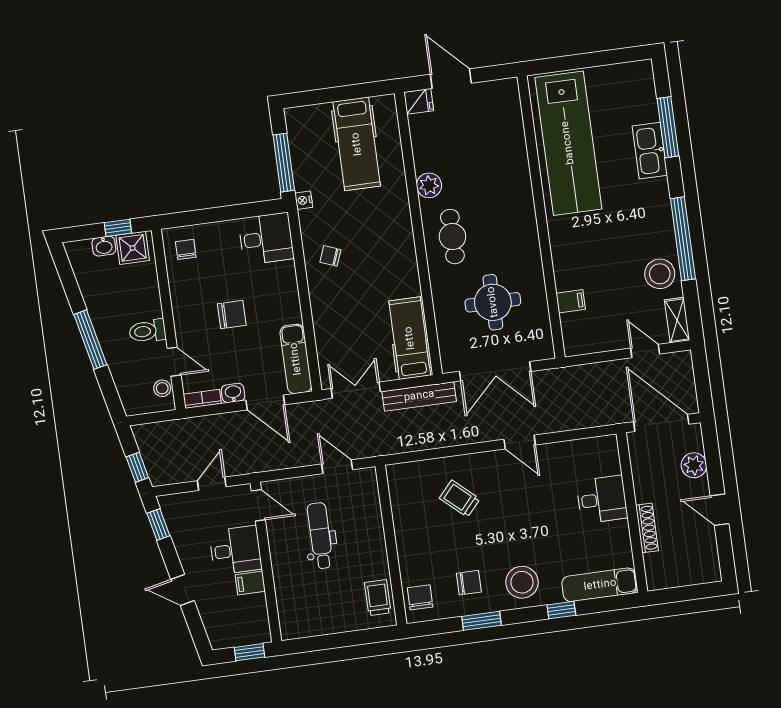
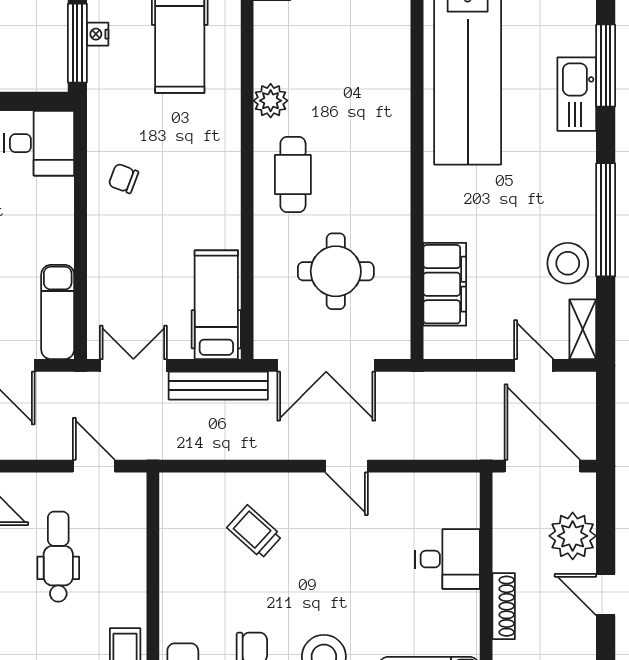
nightstand: (304, 200) -> (98, 34), moved
filing cabinet: (571, 301) -> (445, 284), width x3.00, depth x1.17
plant: (694, 465) -> (573, 536), width x1.36, depth x1.36

